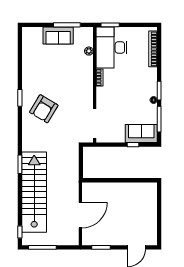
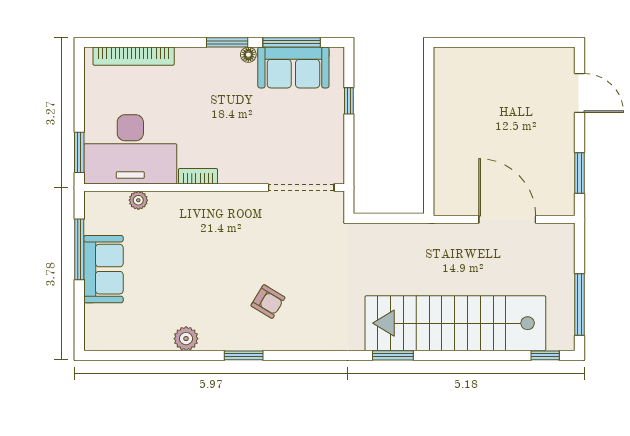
plant: (27, 72) -> (186, 339), added
armchair: (44, 109) -> (268, 302), width x0.53, depth x0.53
sofa: (141, 134) -> (293, 68), moved, turned -90

